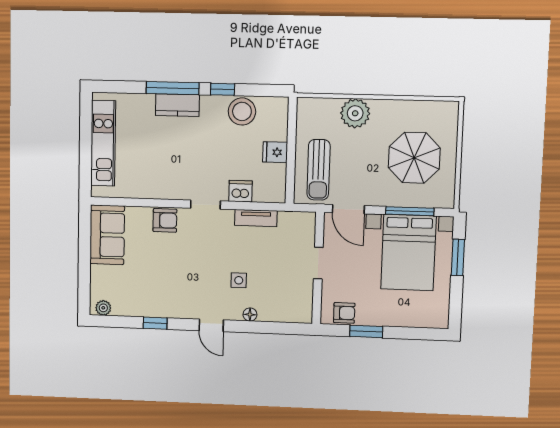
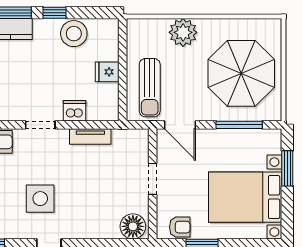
parasol: (414, 158) -> (241, 73), width x1.36, depth x1.36
bed with nightstands: (408, 253) -> (245, 197), moved, turned 90
side table: (239, 280) -> (40, 199), moved, width x1.87, depth x1.87
floor lamp: (250, 315) -> (133, 226), moved, width x1.89, depth x1.89

